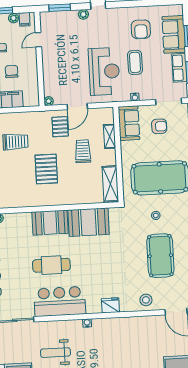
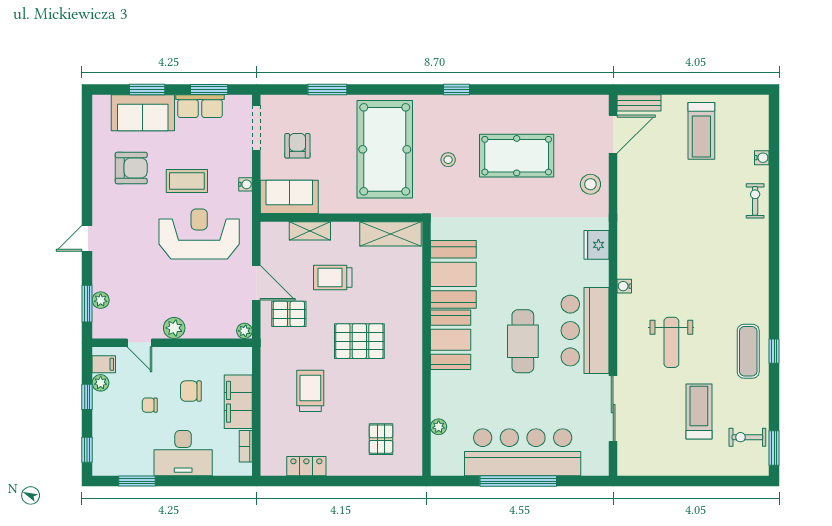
plant: (83, 14) -> (101, 300), moved
plant: (48, 60) -> (174, 328), added

